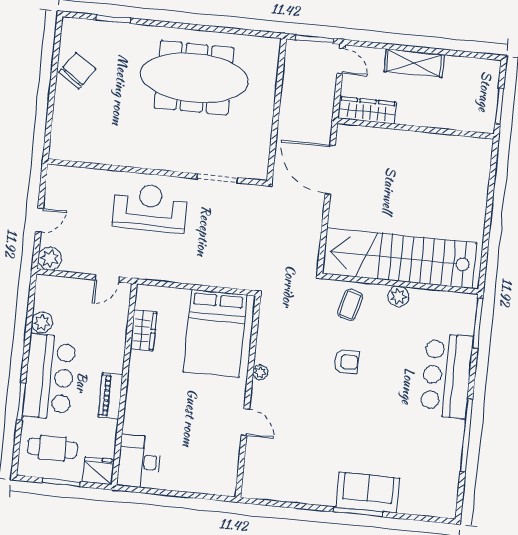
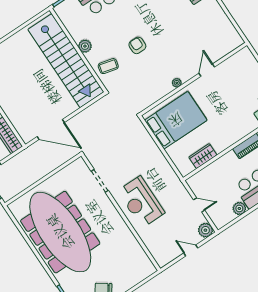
meeting table: (194, 78) -> (60, 232), width x1.36, depth x1.27
door: (330, 170) -> (51, 130), hinge flipped
door: (107, 278) -> (199, 205), moved

